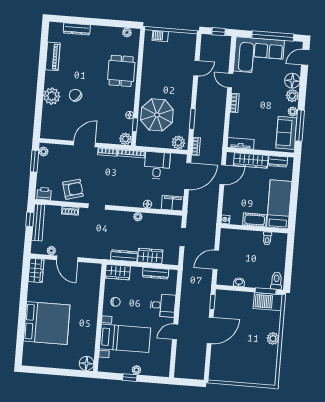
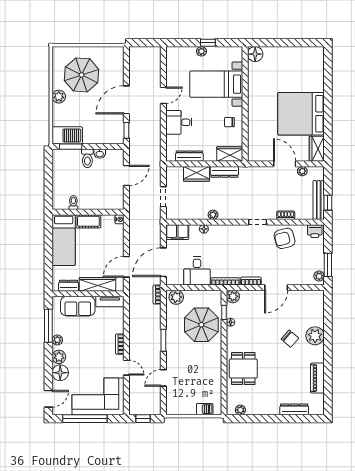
window: (192, 119) -> (163, 340), moved
sofa: (286, 133) -> (78, 306), moved, turned 90
toilet: (276, 281) -> (87, 158), moved
bed: (47, 323) -> (301, 114), moved
parasol: (250, 357) -> (82, 75), added

